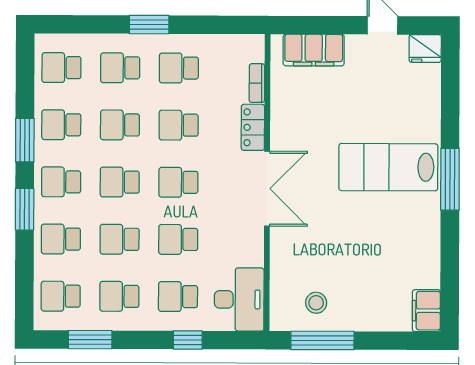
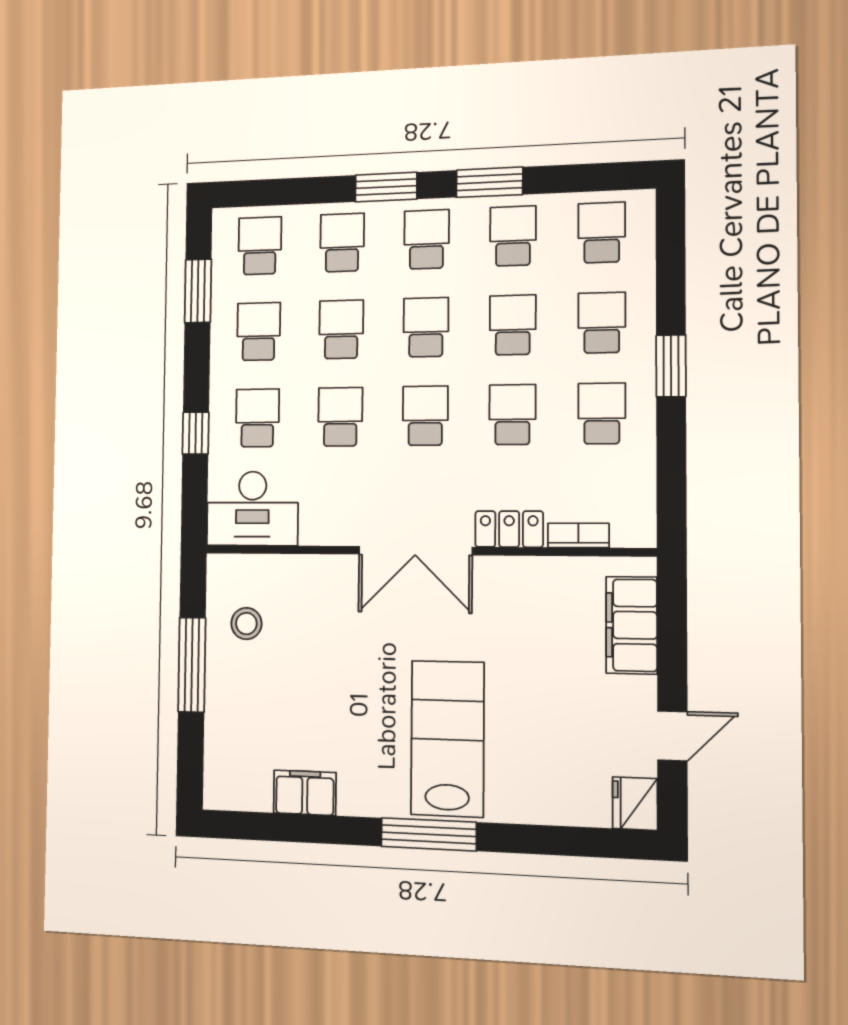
filing cabinet: (426, 311) -> (305, 793), moved
window: (322, 340) -> (192, 665), moved

